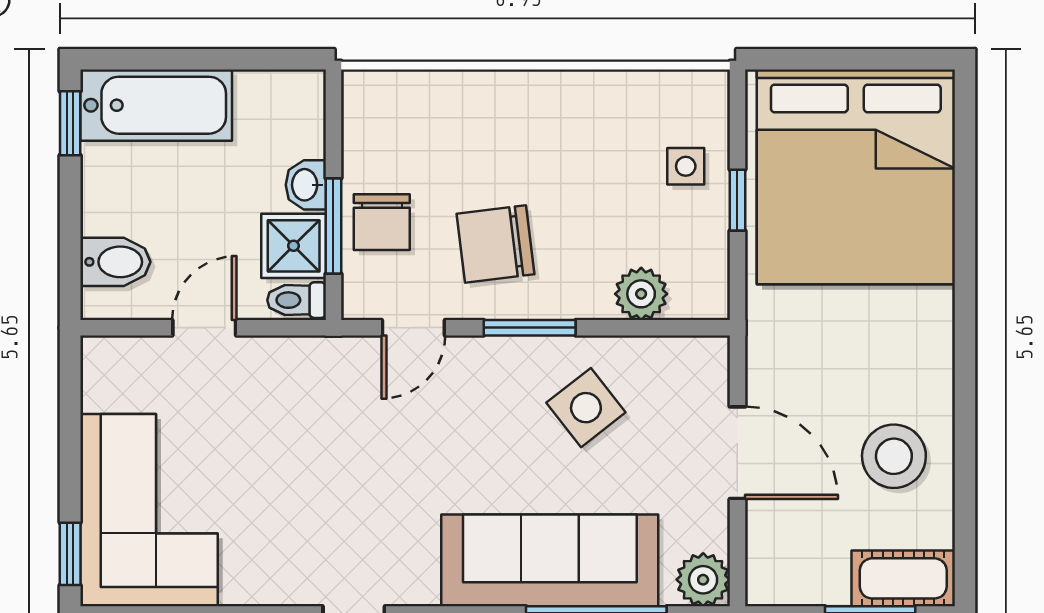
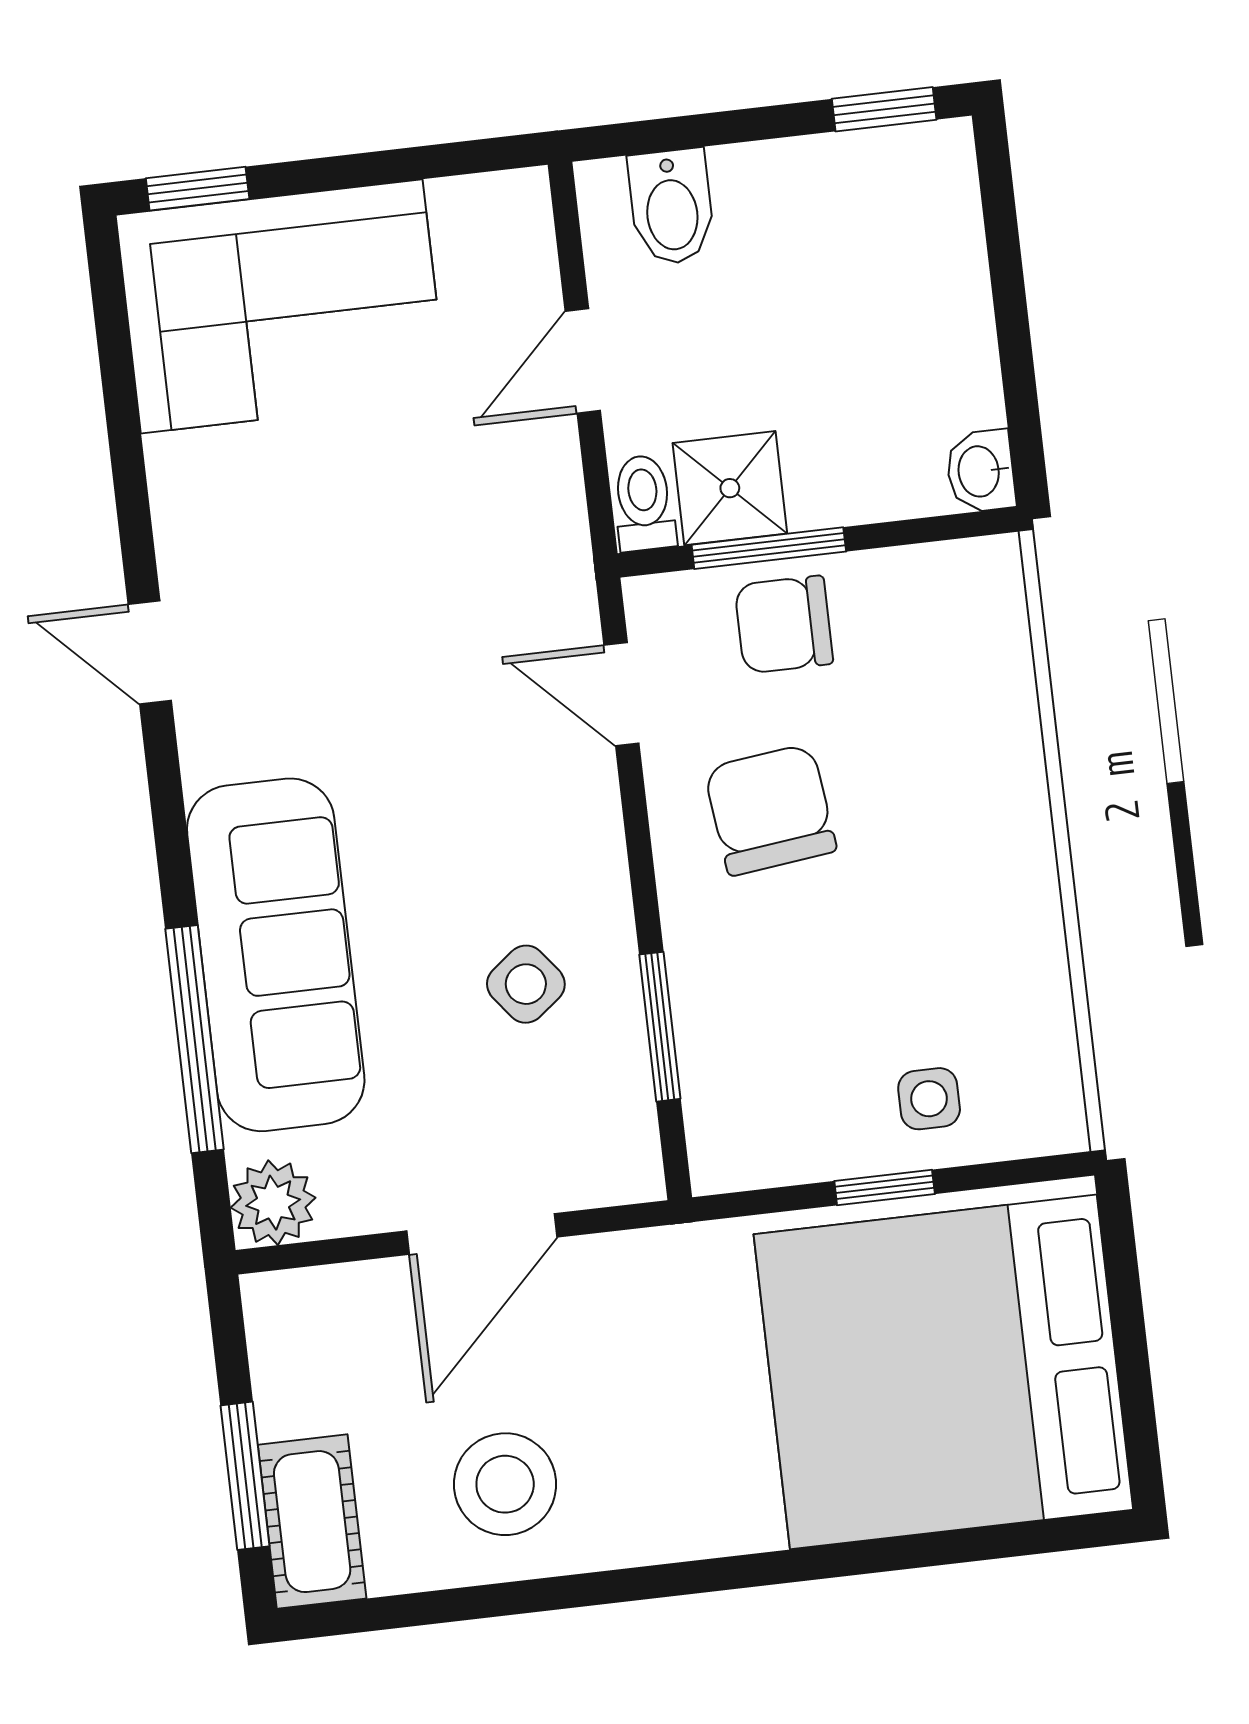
bathtub: (156, 105) -> (929, 243), removed
washbasin: (306, 185) -> (981, 471), moved, turned -90
plant: (641, 294) -> (717, 1051), removed
door: (204, 328) -> (583, 361), swing flipped
window: (530, 328) -> (660, 1027), moved
side table: (586, 408) -> (526, 984), width x0.73, depth x0.73

